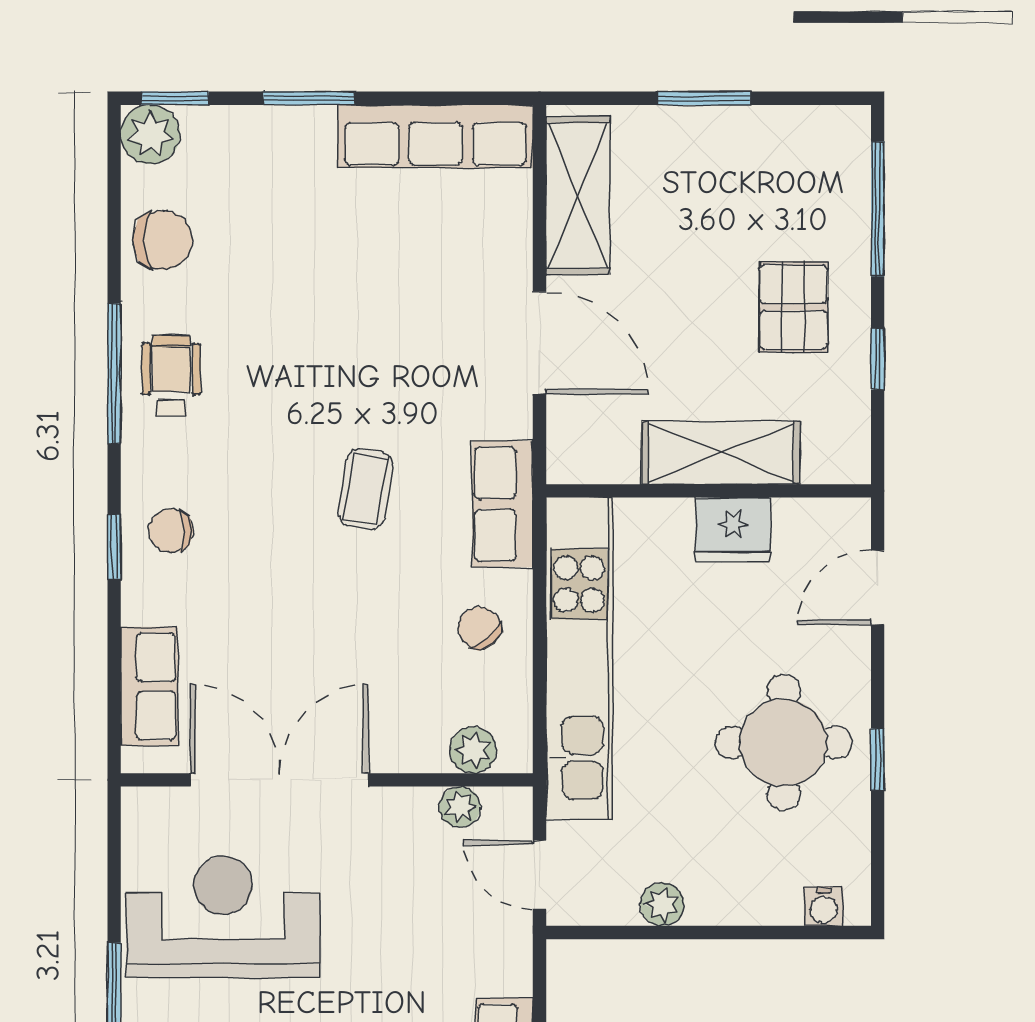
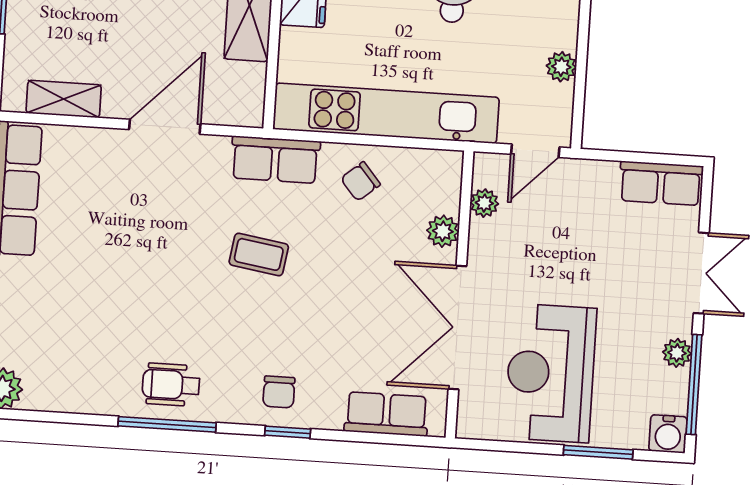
shelving: (578, 196) -> (64, 99), width x0.67, depth x0.75
chair: (163, 240) -> (76, 384), removed
plant: (473, 750) -> (443, 231), moved

